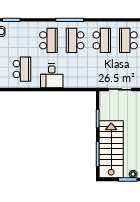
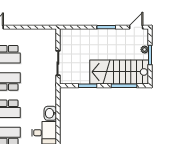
washbasin: (71, 82) -> (50, 113), added

